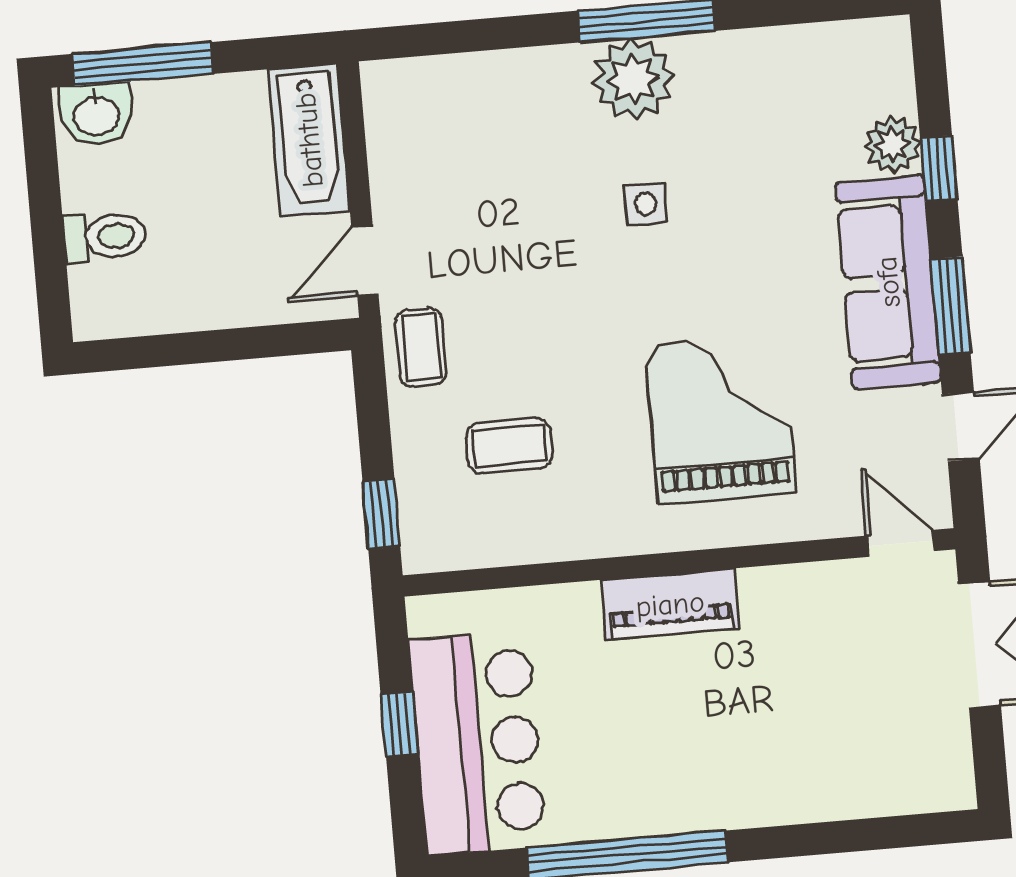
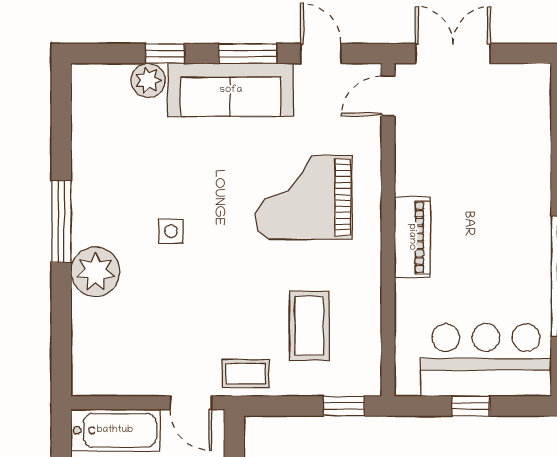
plant: (633, 79) -> (95, 272), moved
coffee table: (509, 446) -> (309, 326), width x1.36, depth x1.30

